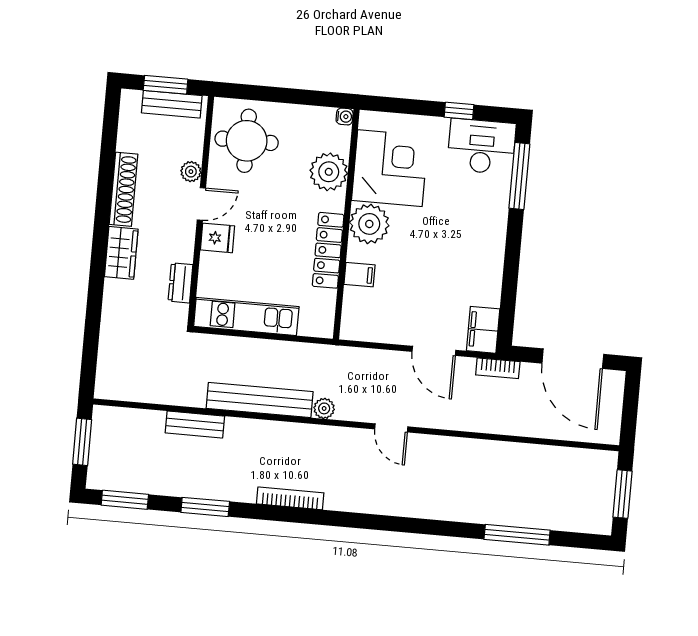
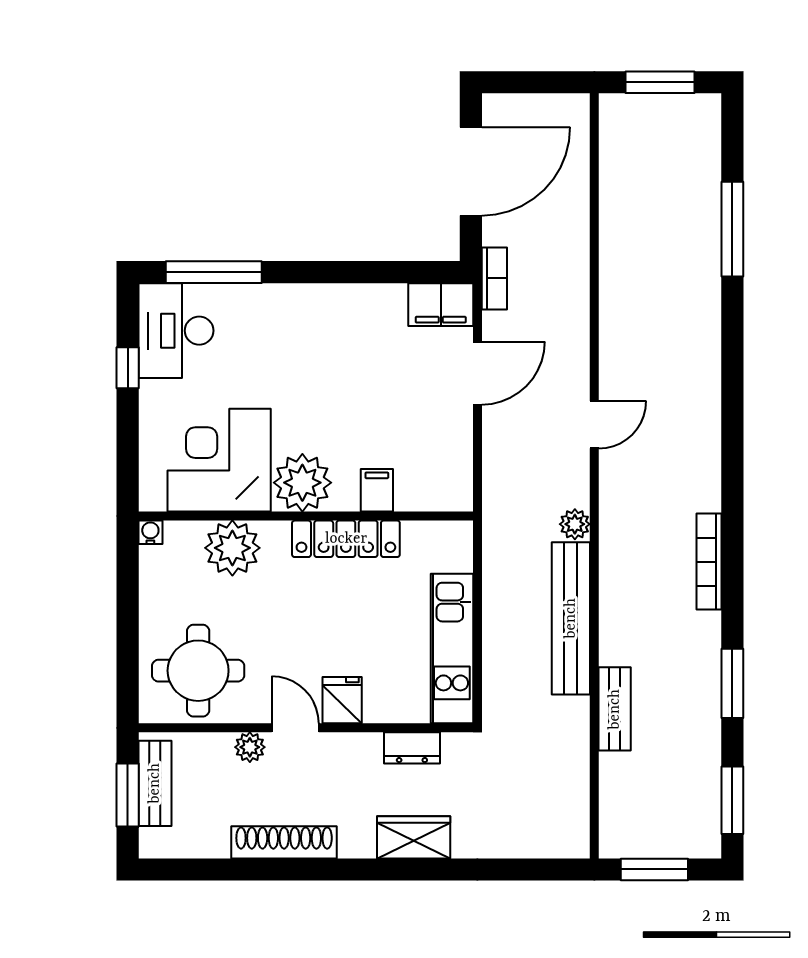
wardrobe: (121, 253) -> (414, 837), moved

